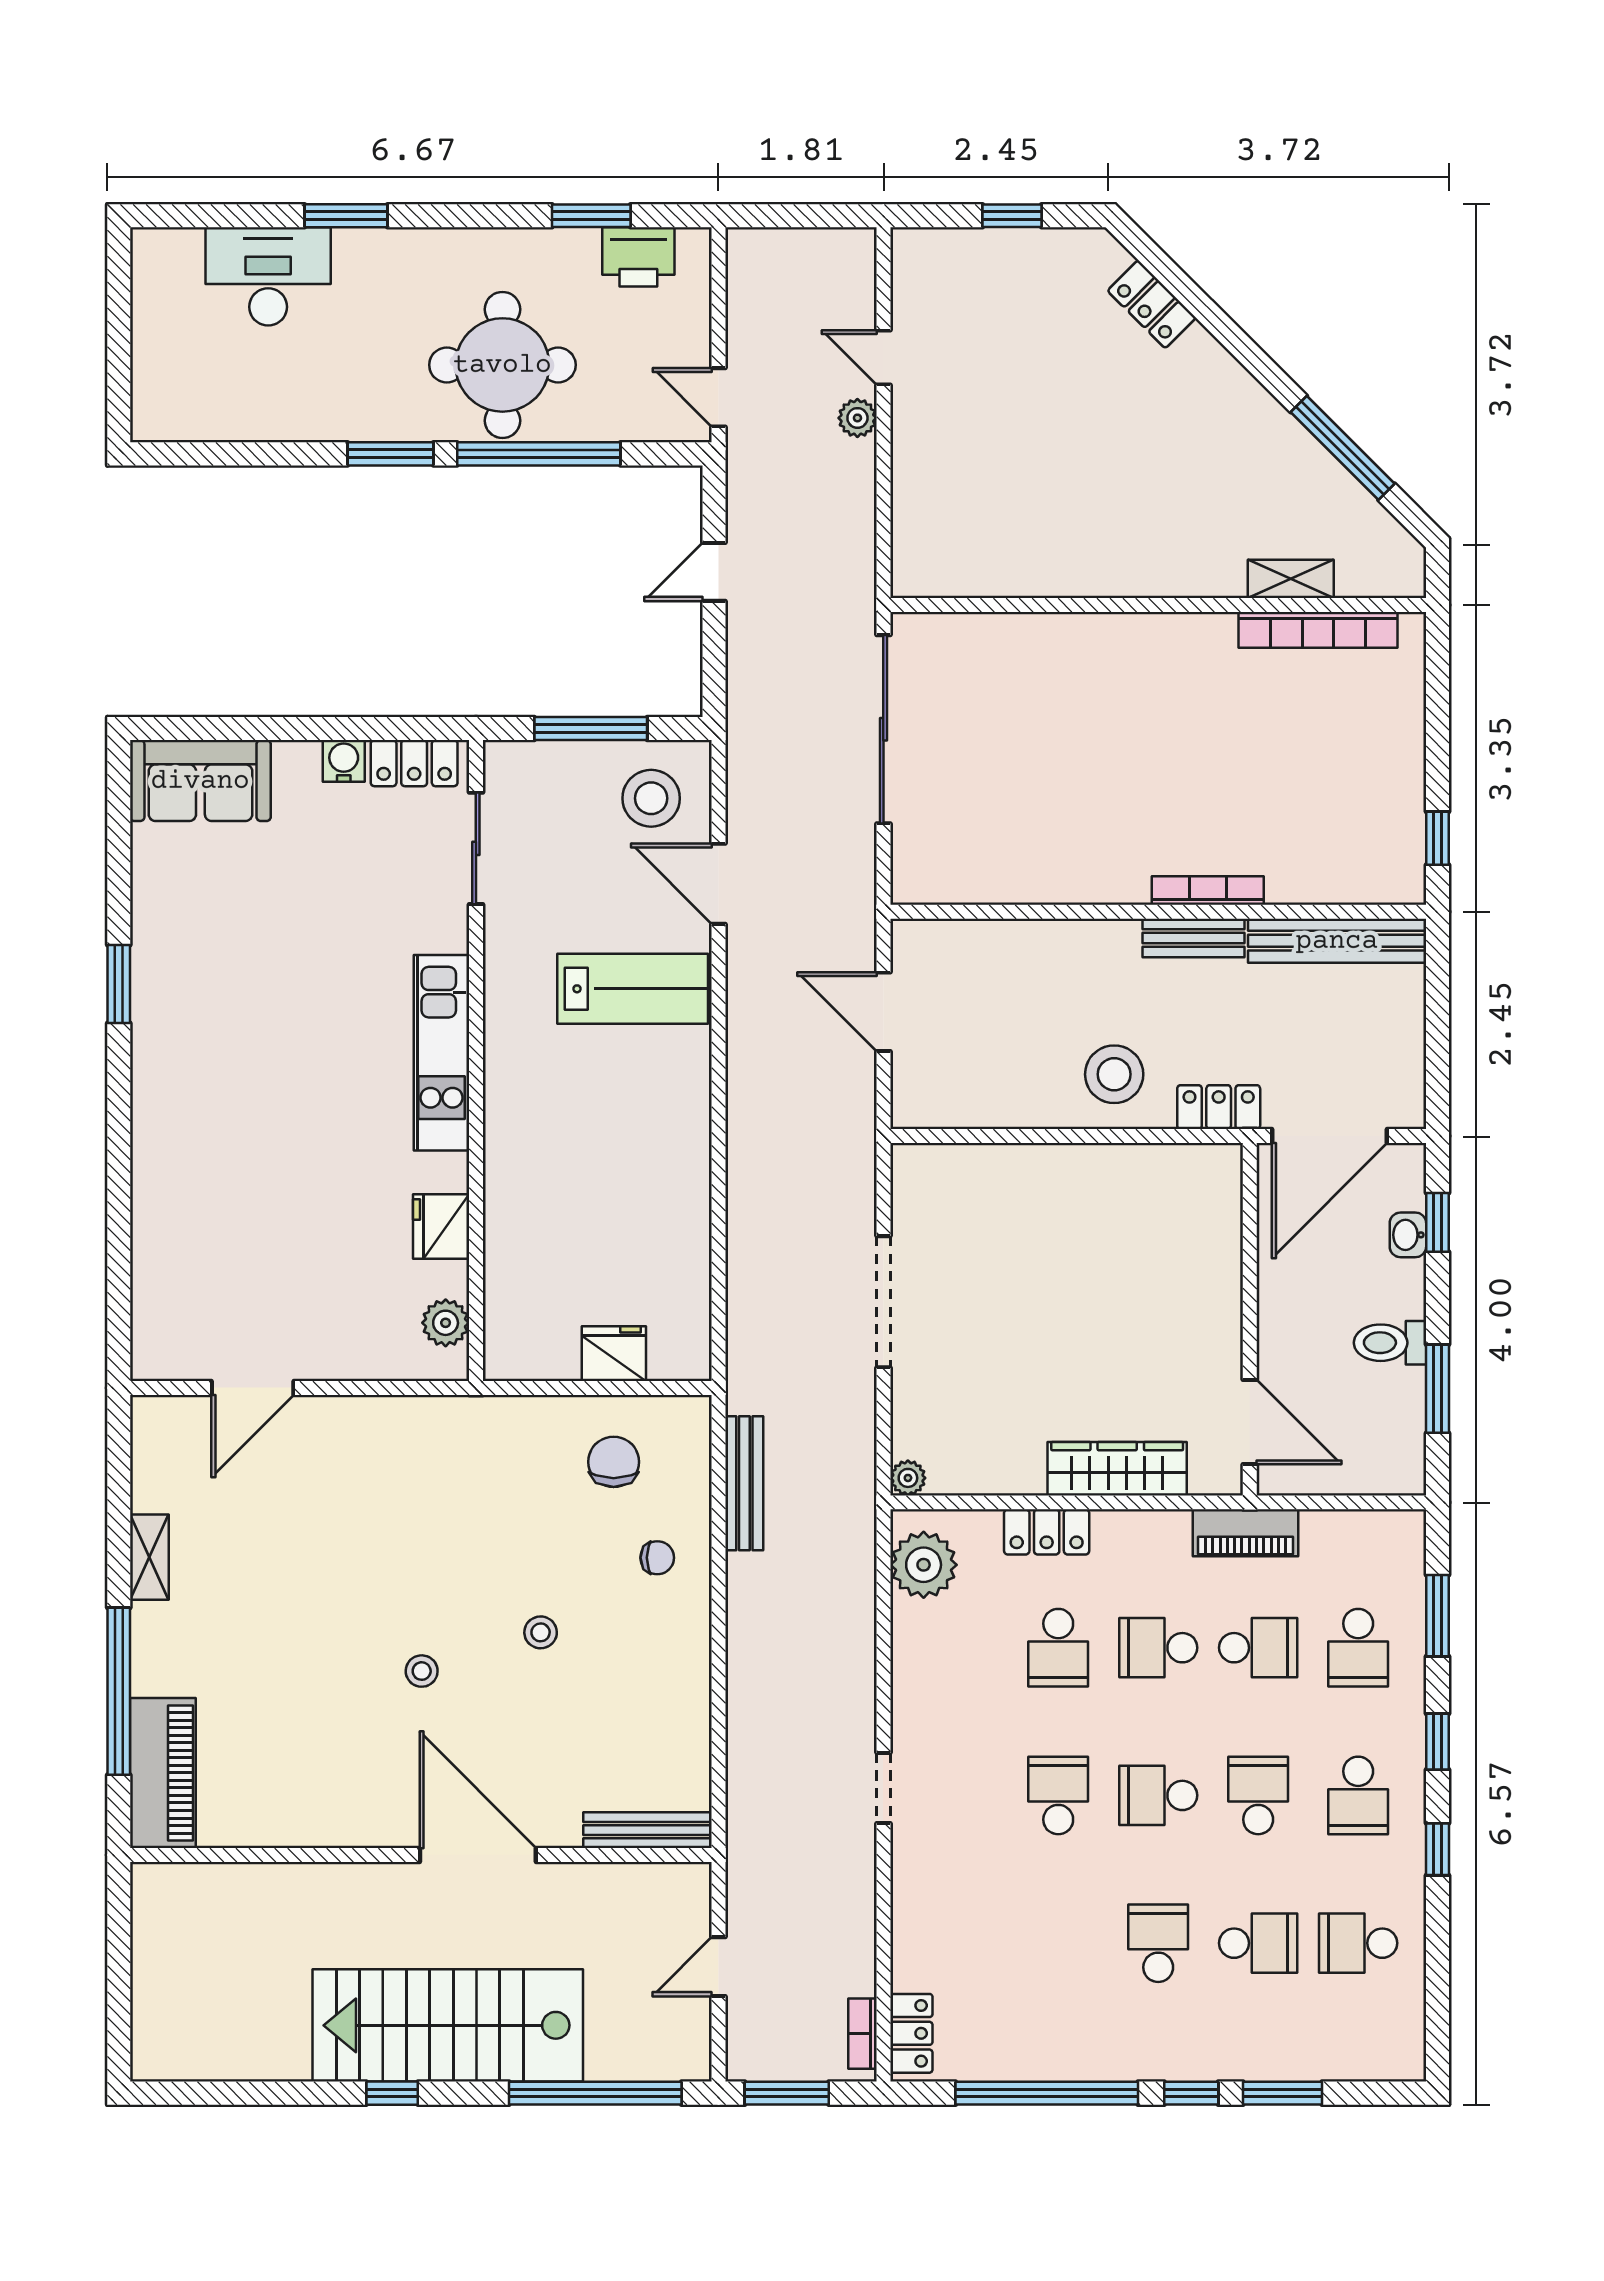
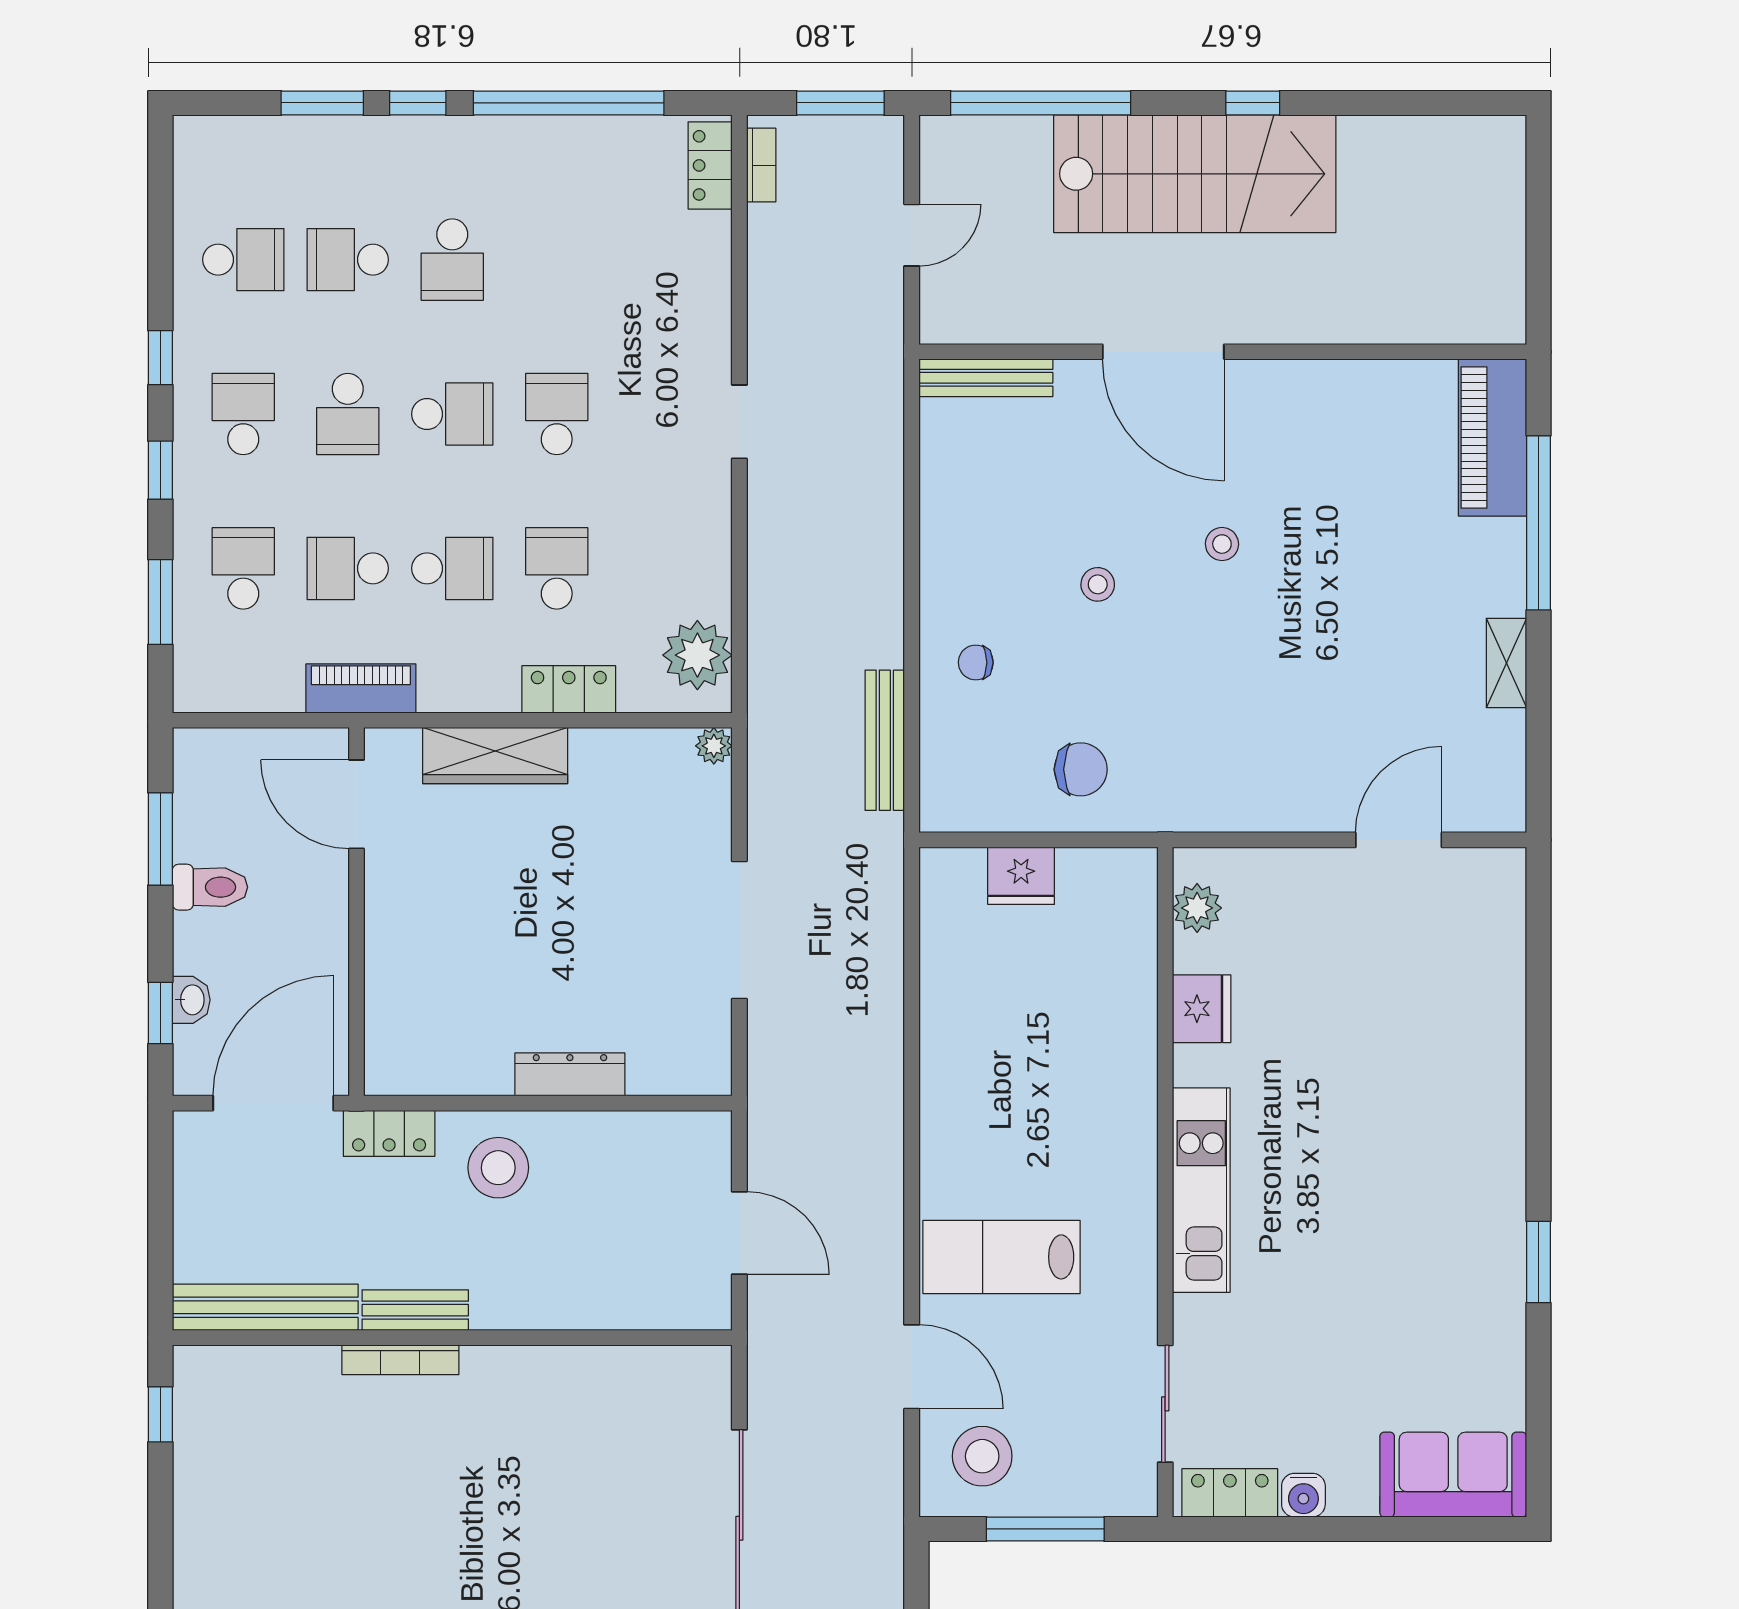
dresser: (1046, 1164) -> (570, 1074), added
chair: (614, 1462) -> (1081, 769), moved, turned -90
school desk: (1058, 1795) -> (557, 414), turned 180

